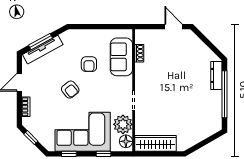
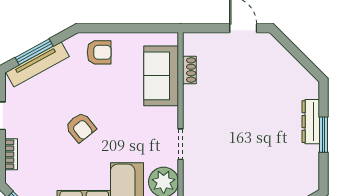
armchair: (89, 64) -> (99, 52), moved, turned -90
dresser: (216, 75) -> (311, 122), moved
window: (225, 94) -> (323, 135), width x0.47

